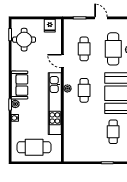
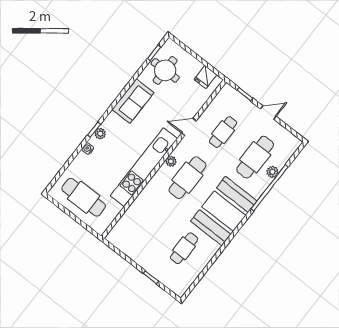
door: (101, 18) -> (268, 113), hinge flipped
door: (62, 61) -> (189, 127), hinge flipped
sofa: (19, 85) -> (133, 101), moved
cafe table: (84, 90) -> (188, 178), width x1.37, depth x1.35

